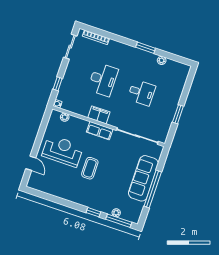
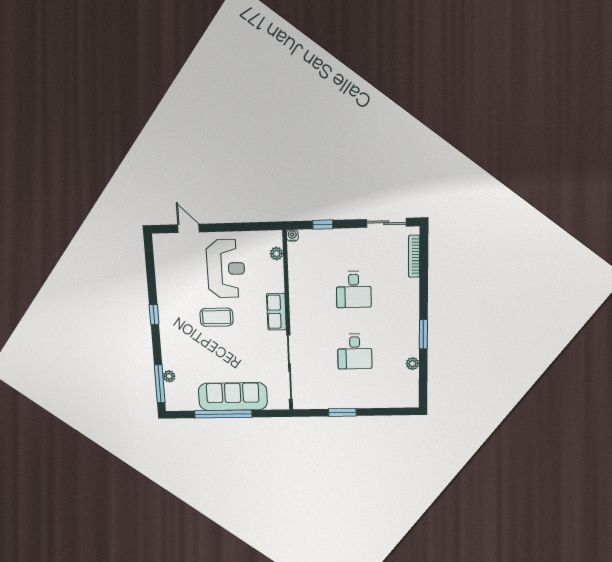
desk: (103, 80) -> (354, 290), width x0.73
filing cabinet: (99, 115) -> (299, 302), removed
door: (31, 163) -> (189, 228), swing flipped
window: (93, 212) -> (154, 314), moved

